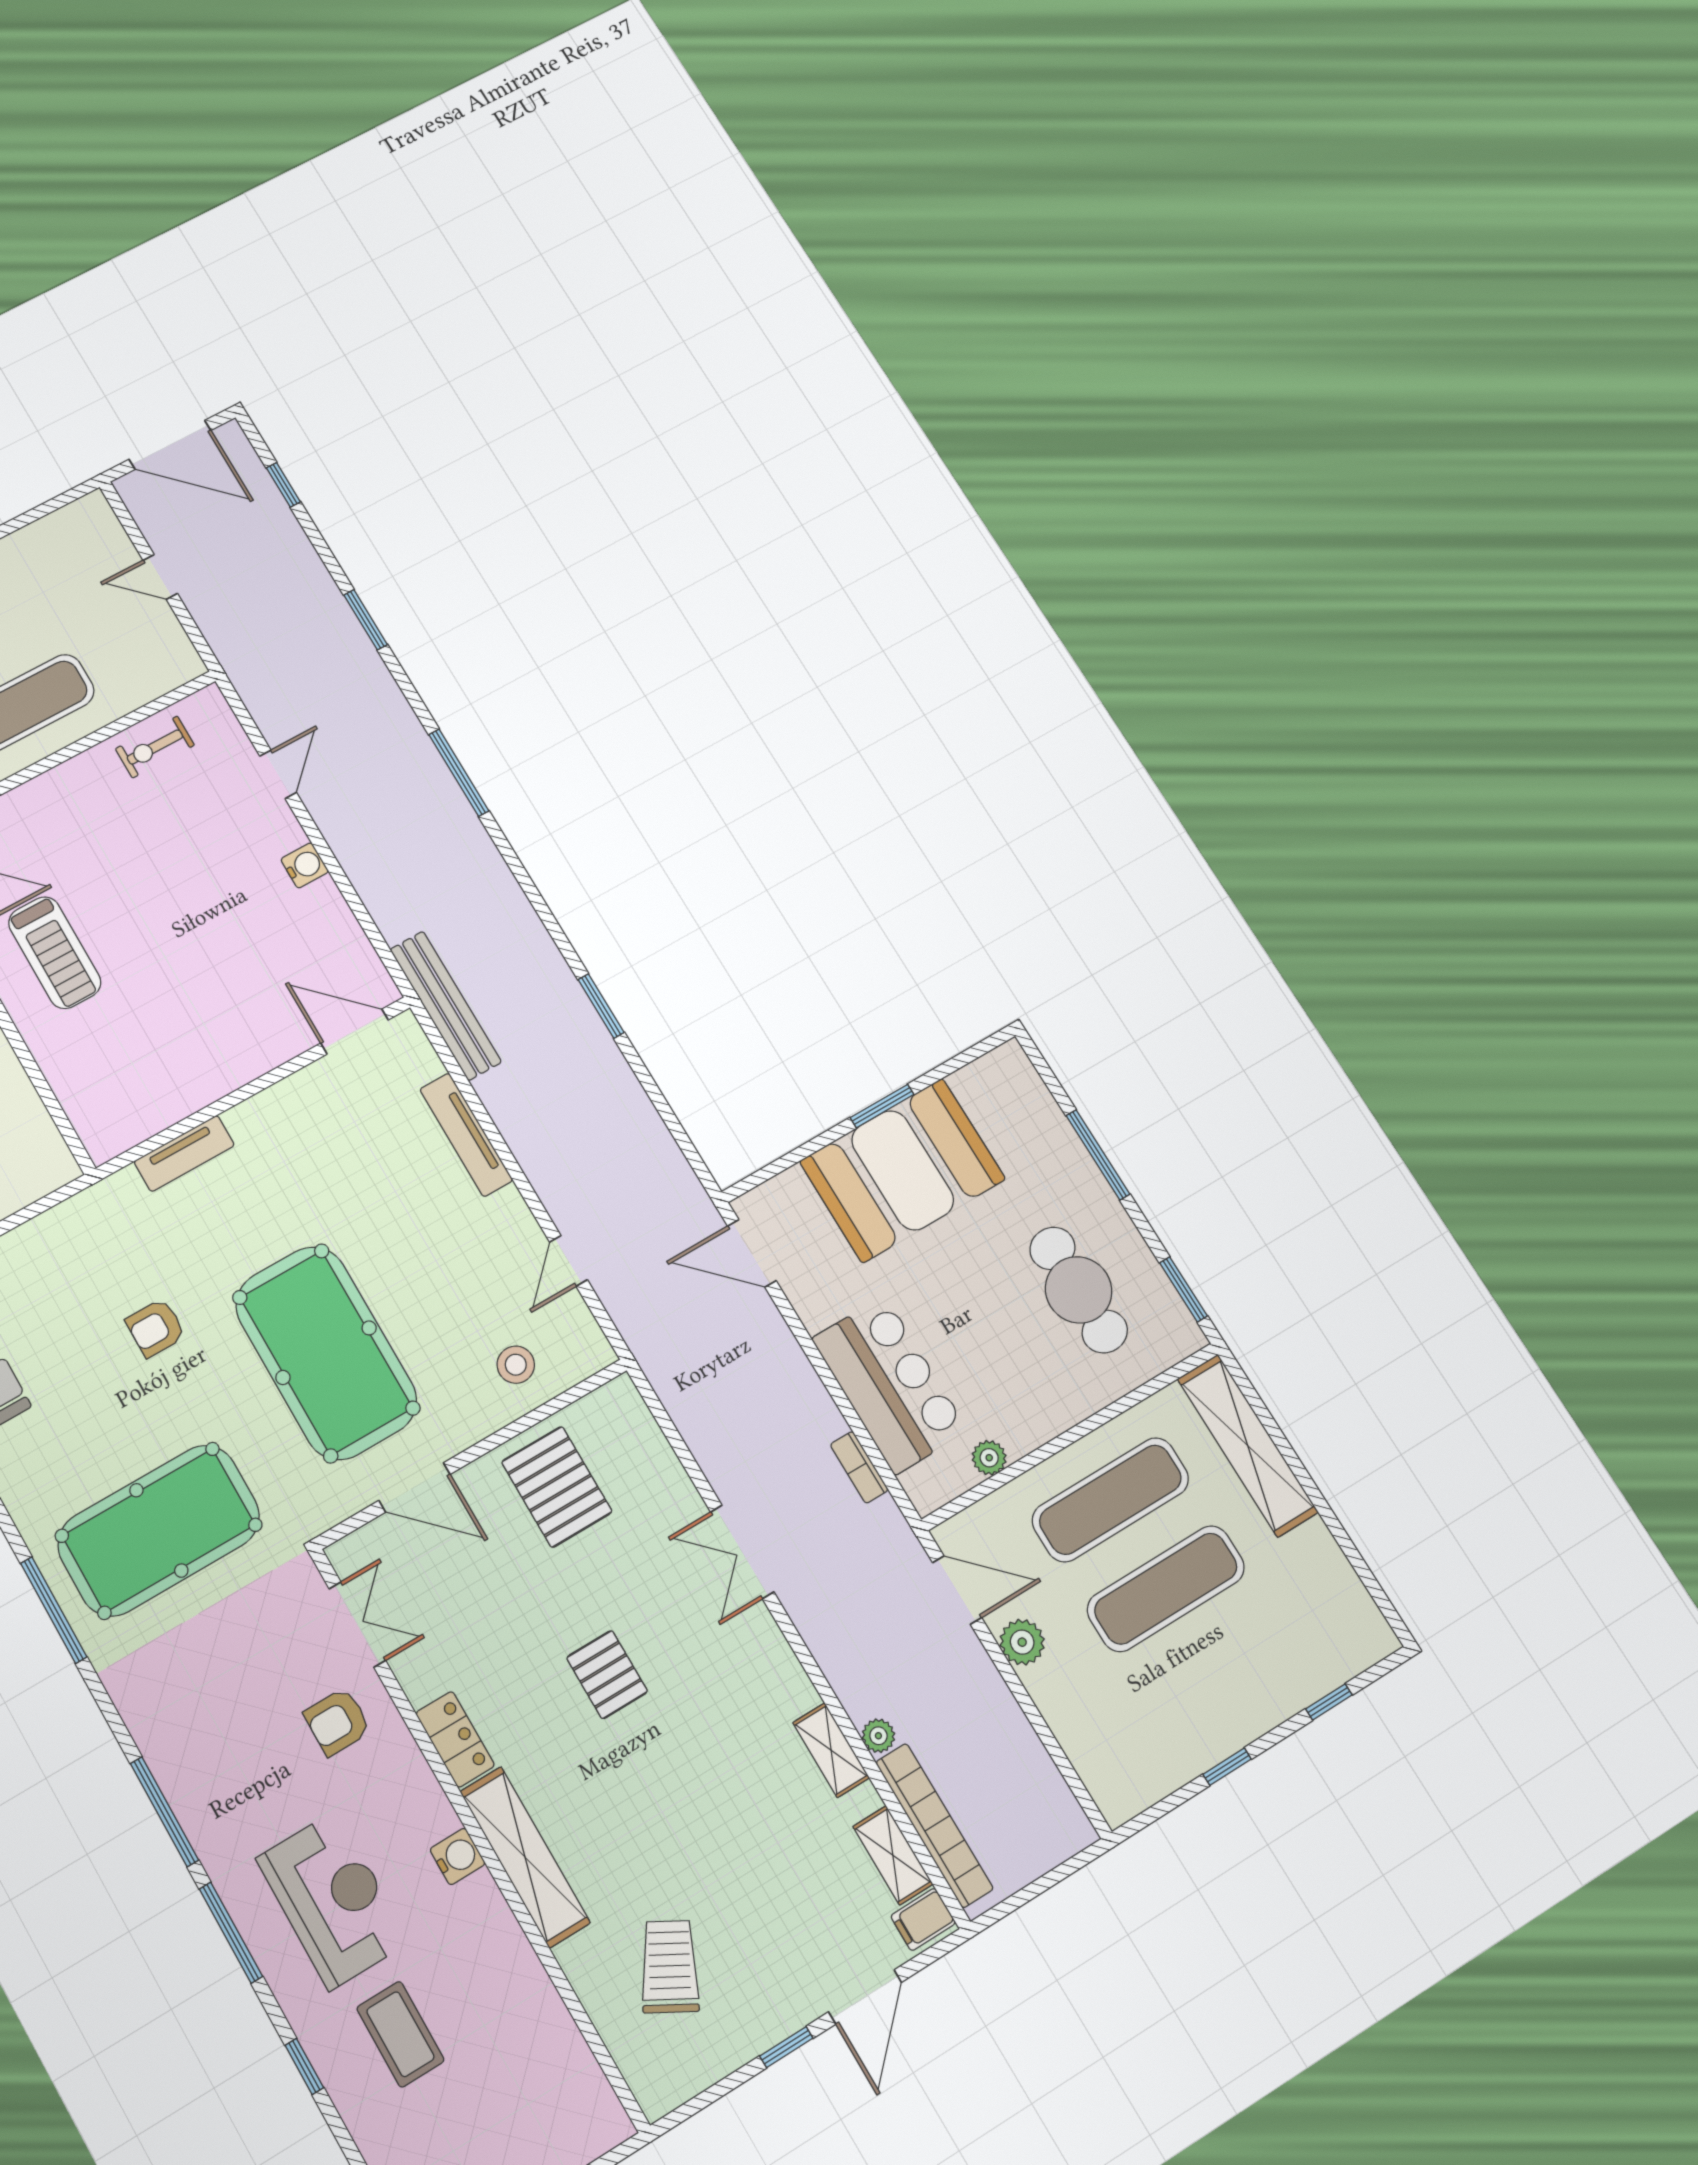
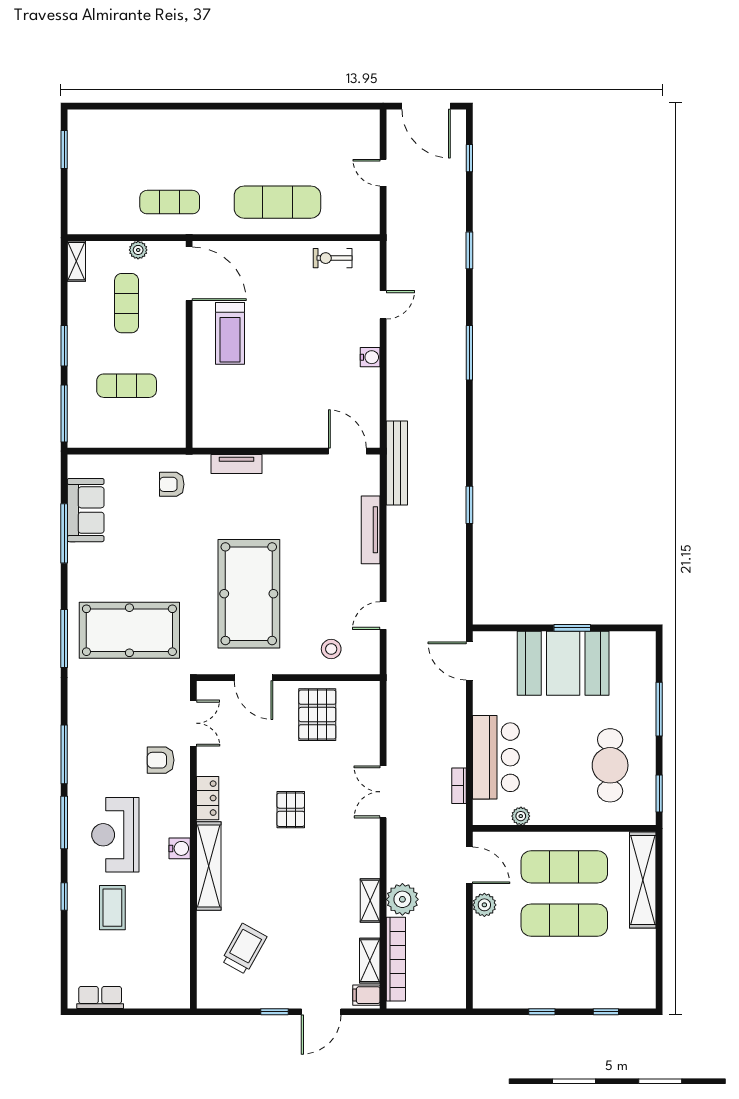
armchair: (156, 1328) -> (172, 484), moved
plant: (878, 1736) -> (402, 899), width x1.87, depth x1.87
reception desk: (333, 1900) -> (115, 835), turned 180

